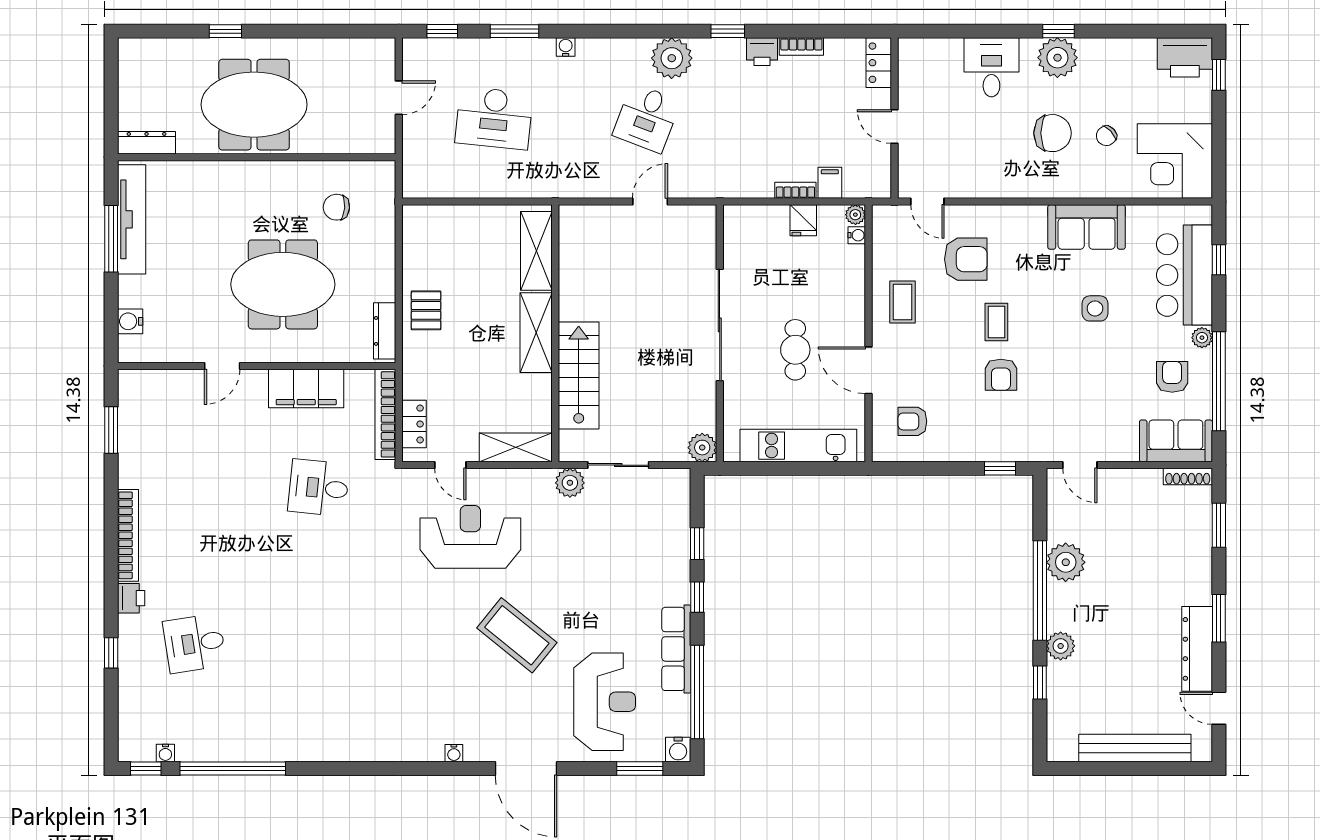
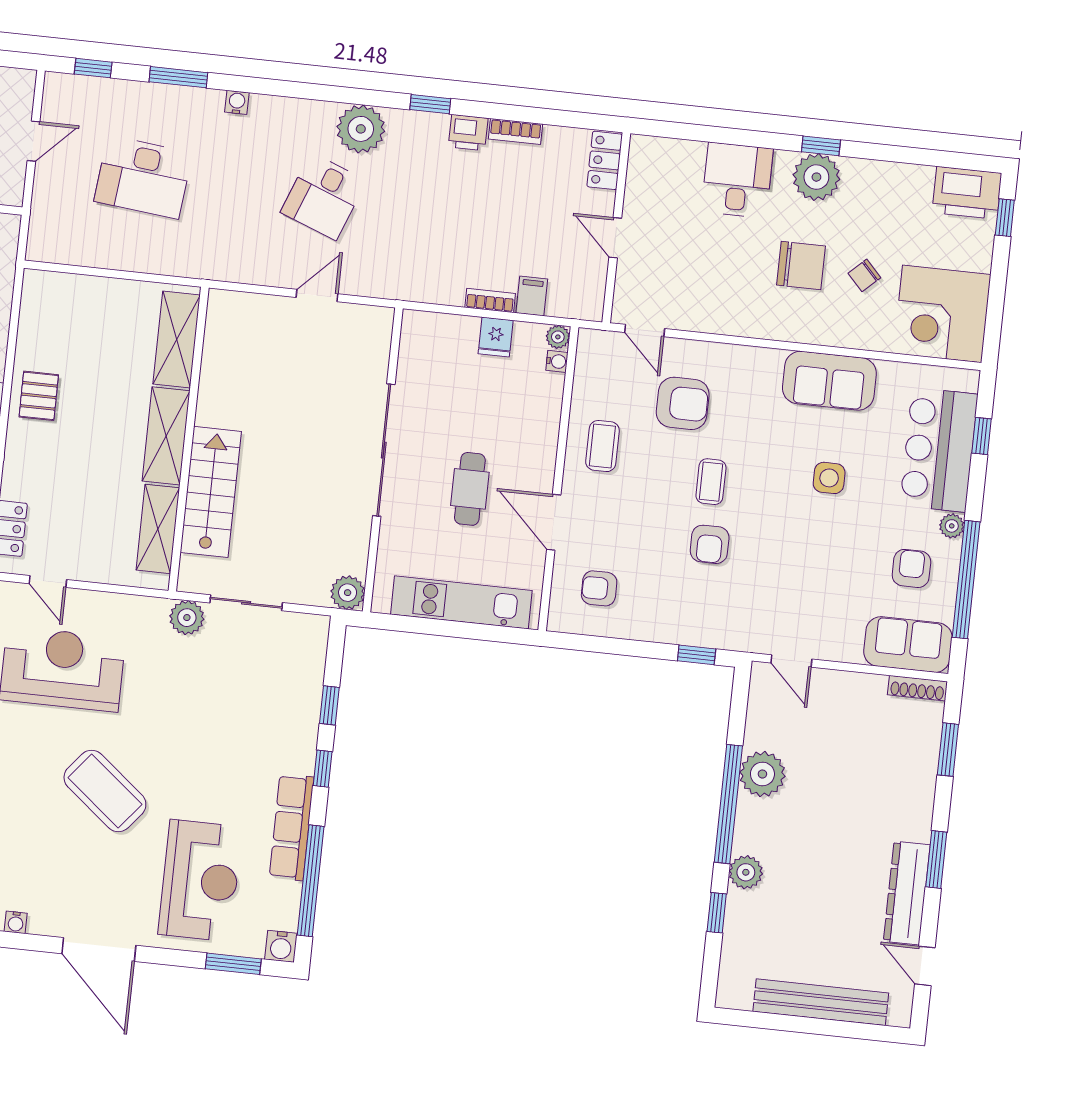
shelving: (516, 447) -> (158, 529), moved, turned 90

